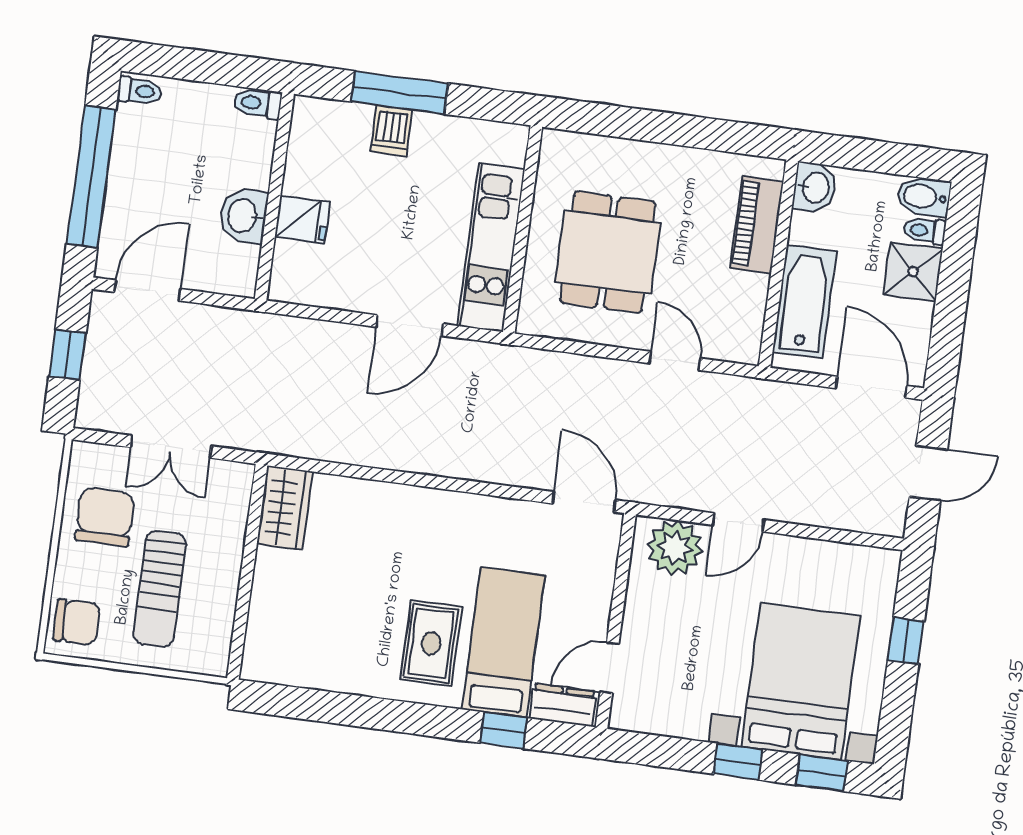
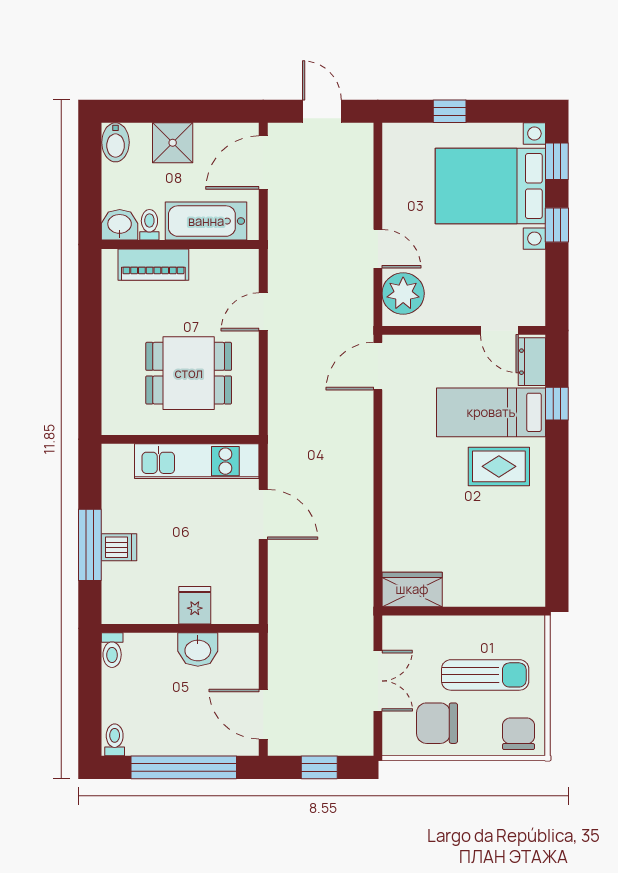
toilet: (925, 231) -> (149, 225), moved, turned 180

